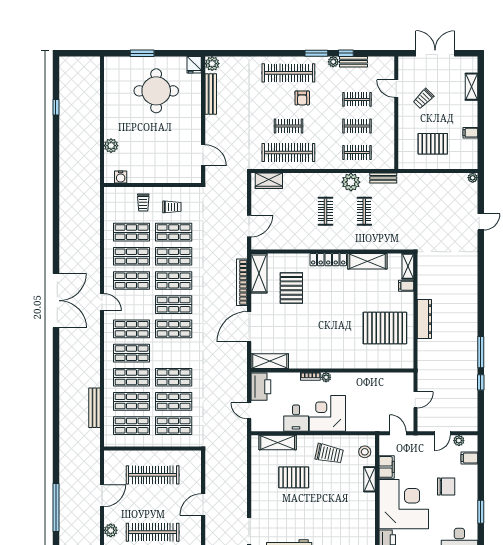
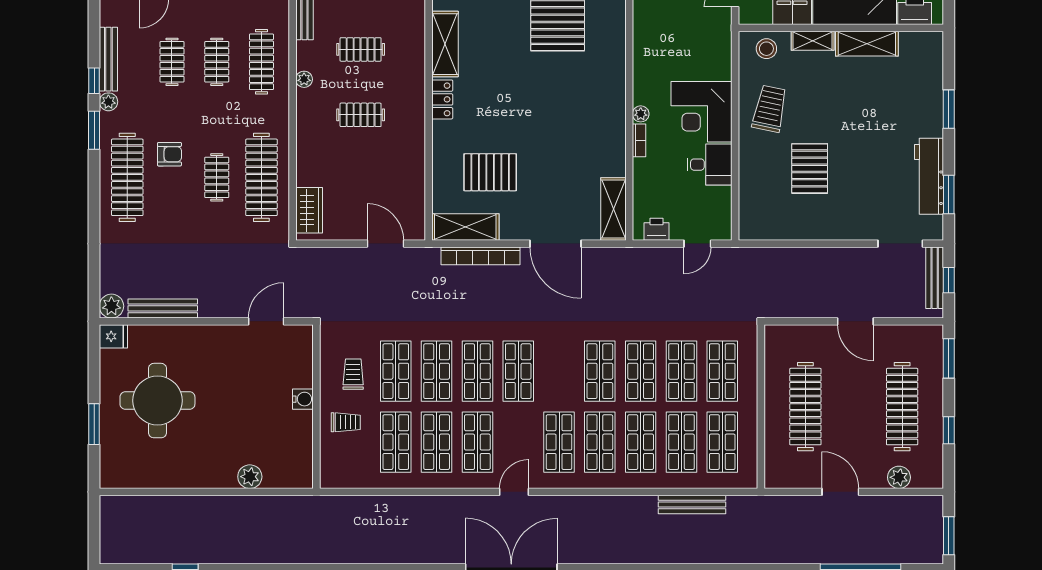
bench: (354, 62) -> (108, 59), width x1.36
clothes rail: (357, 152) -> (261, 62), width x1.36
water cooler: (121, 177) -> (303, 399), moved
plant: (351, 182) -> (304, 79), width x0.53, depth x0.53
locker: (328, 260) -> (442, 99), width x0.66
shop shelf: (174, 329) -> (600, 371), moved
printer: (261, 387) -> (657, 229), width x0.53, depth x0.68
shelving: (278, 443) -> (867, 44), moved, turned 90

